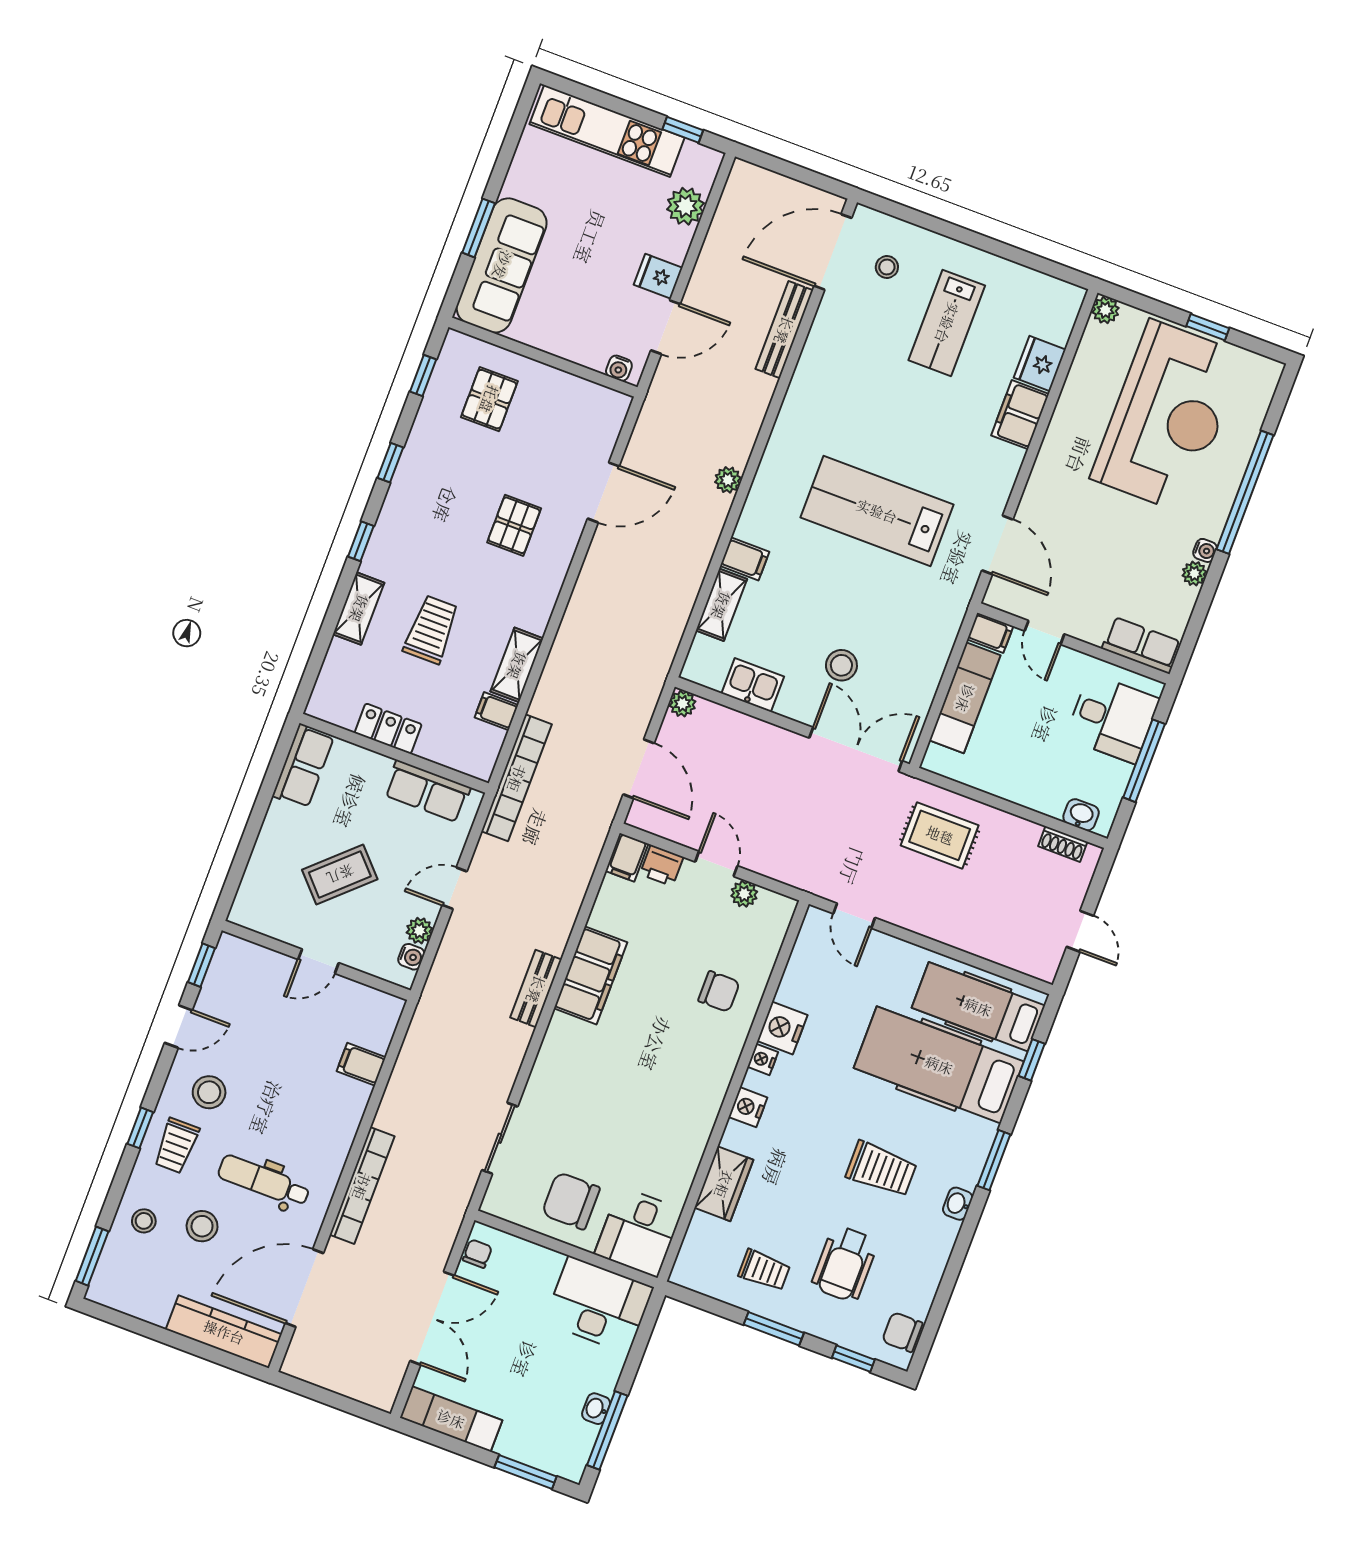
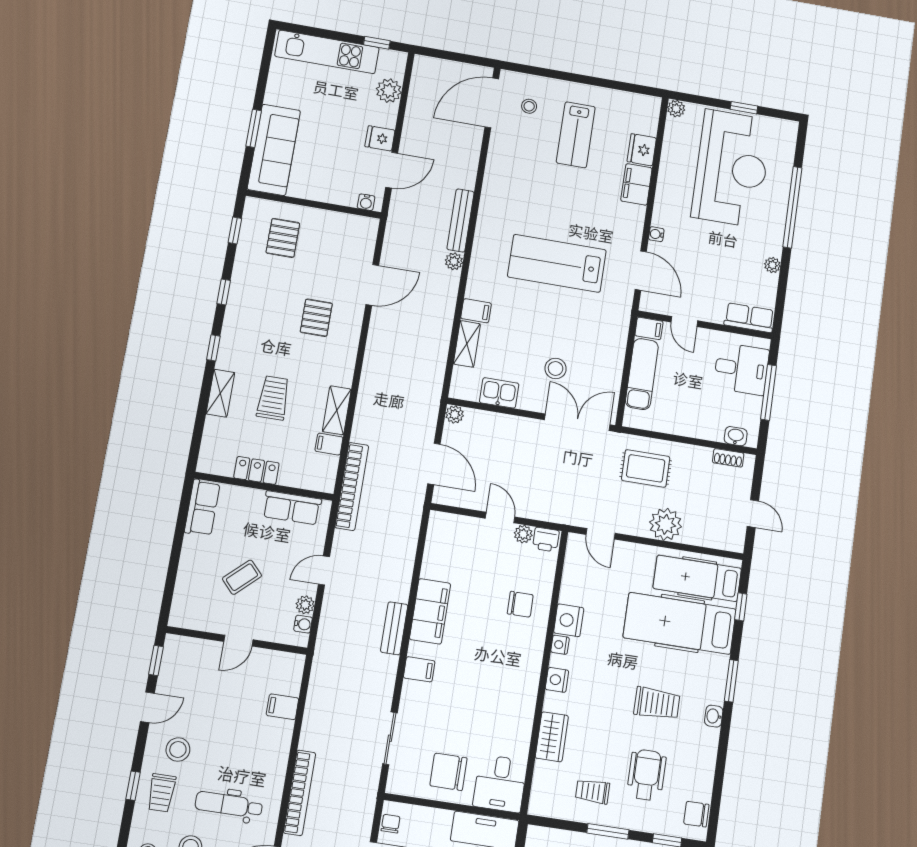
bench: (784, 330) -> (460, 220), moved
water cooler: (1205, 550) -> (656, 234), moved, turned 180
filing cabinet: (627, 857) -> (419, 669), moved, turned -90
printer: (662, 866) -> (546, 540), moved
coffee table: (340, 874) -> (242, 577), width x0.73, depth x0.77
plant: (950, 921) -> (666, 524), added
wheelchair: (845, 1264) -> (647, 775), turned 180
trolley: (764, 1270) -> (592, 791), turned 180

